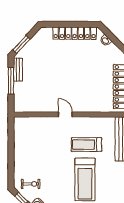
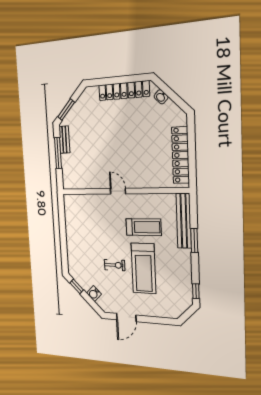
treadmill: (86, 145) -> (144, 227), turned 180
exercise bike: (31, 184) -> (115, 265), moved

